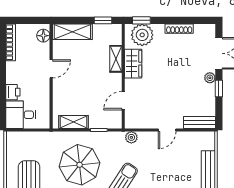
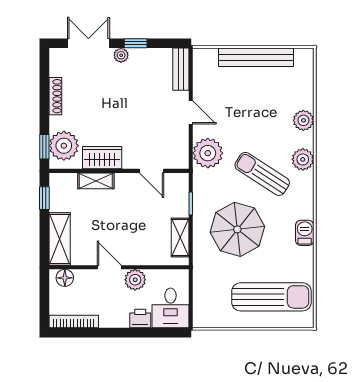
plant: (42, 88) -> (135, 280), added
plant: (131, 137) -> (208, 153), width x1.88, depth x1.88

